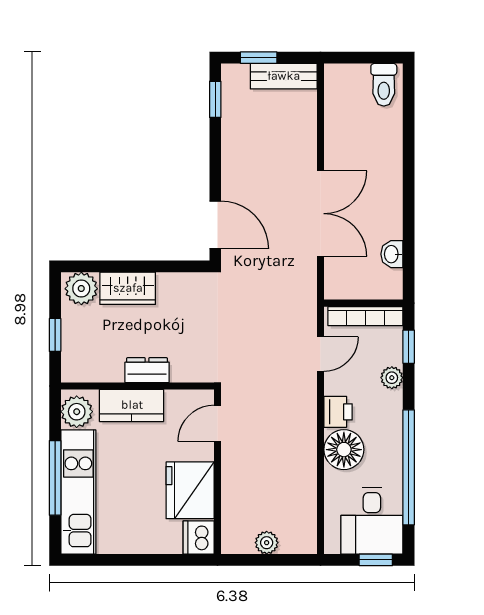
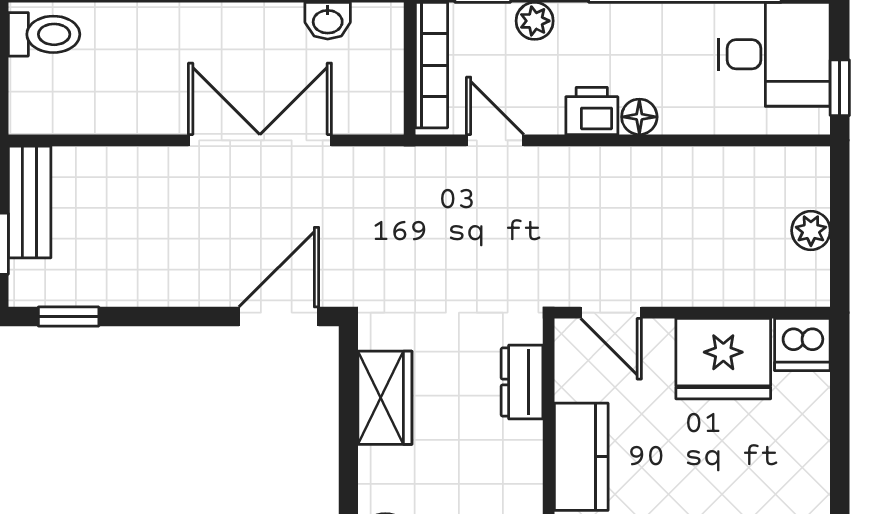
wardrobe: (128, 288) -> (385, 398), moved
dresser: (147, 370) -> (522, 382), moved
floor lamp: (344, 450) -> (639, 117), width x0.53, depth x0.53
window: (376, 560) -> (840, 88), moved

